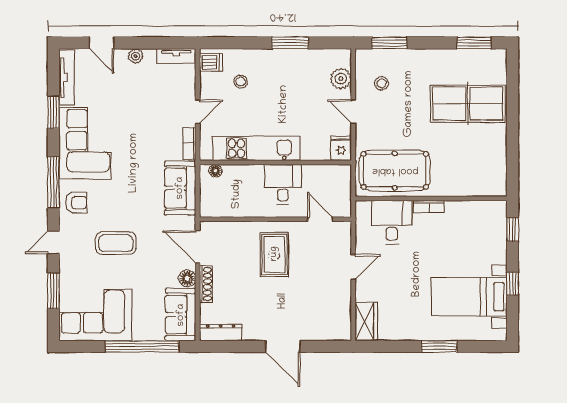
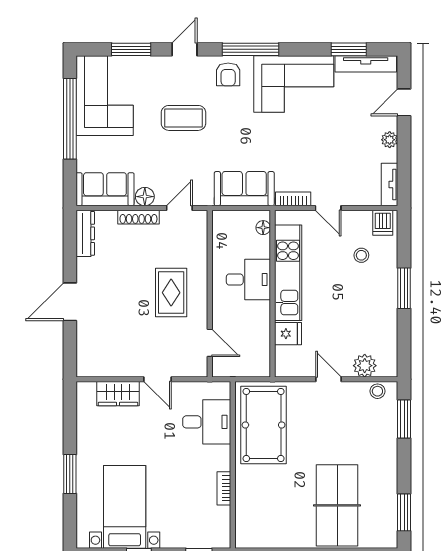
window: (290, 43) -> (404, 288), moved
stool: (382, 83) -> (377, 391), moved
door: (353, 111) -> (329, 379), hinge flipped
window: (53, 112) -> (349, 49), moved
fridge: (341, 148) -> (288, 334), moved
desk: (283, 184) -> (248, 279), moved
bookcase: (429, 206) -> (224, 488), moved
door: (320, 219) -> (210, 343), hinge flipped
door: (53, 242) -> (185, 49), hinge flipped
coffee table: (116, 243) -> (183, 118), turned 90
door: (198, 247) -> (179, 208), width x0.73
rug: (274, 254) -> (171, 293), turned 90
wardrobe: (366, 321) -> (118, 394), moved
window: (142, 346) -> (70, 119), moved

